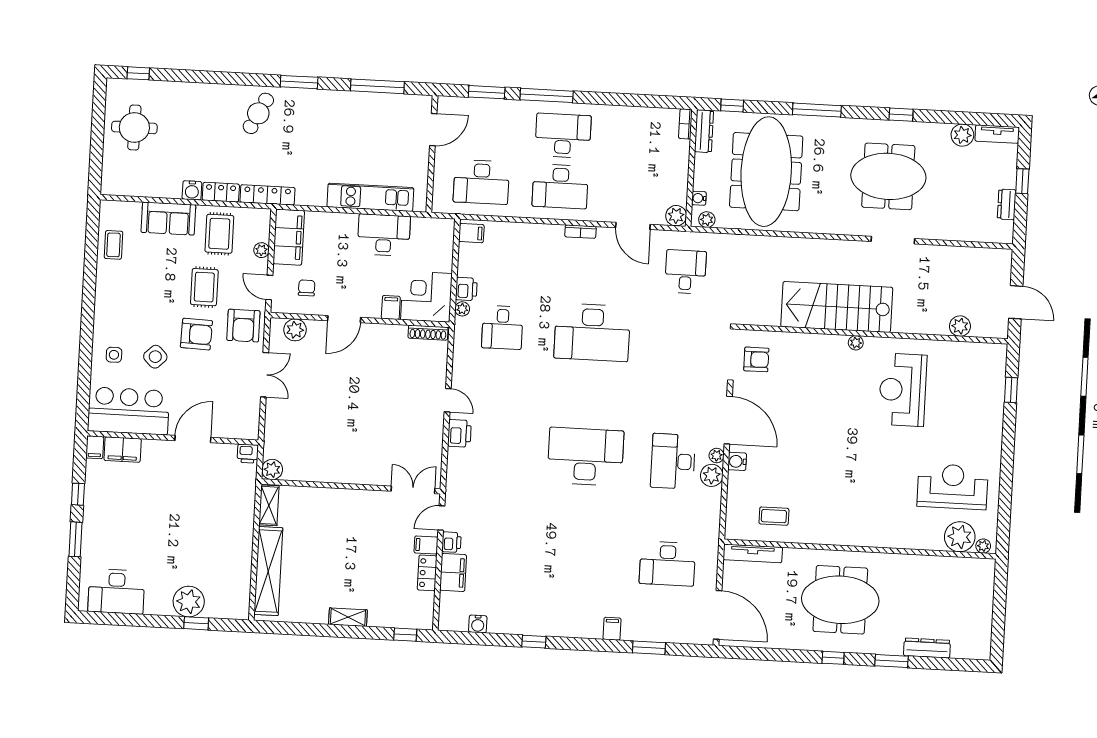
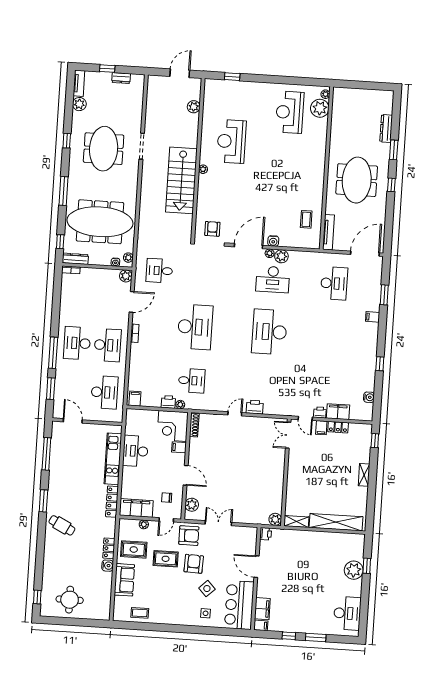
locker: (267, 195) -> (112, 502), moved
reception desk: (903, 390) -> (231, 141), turned 90

